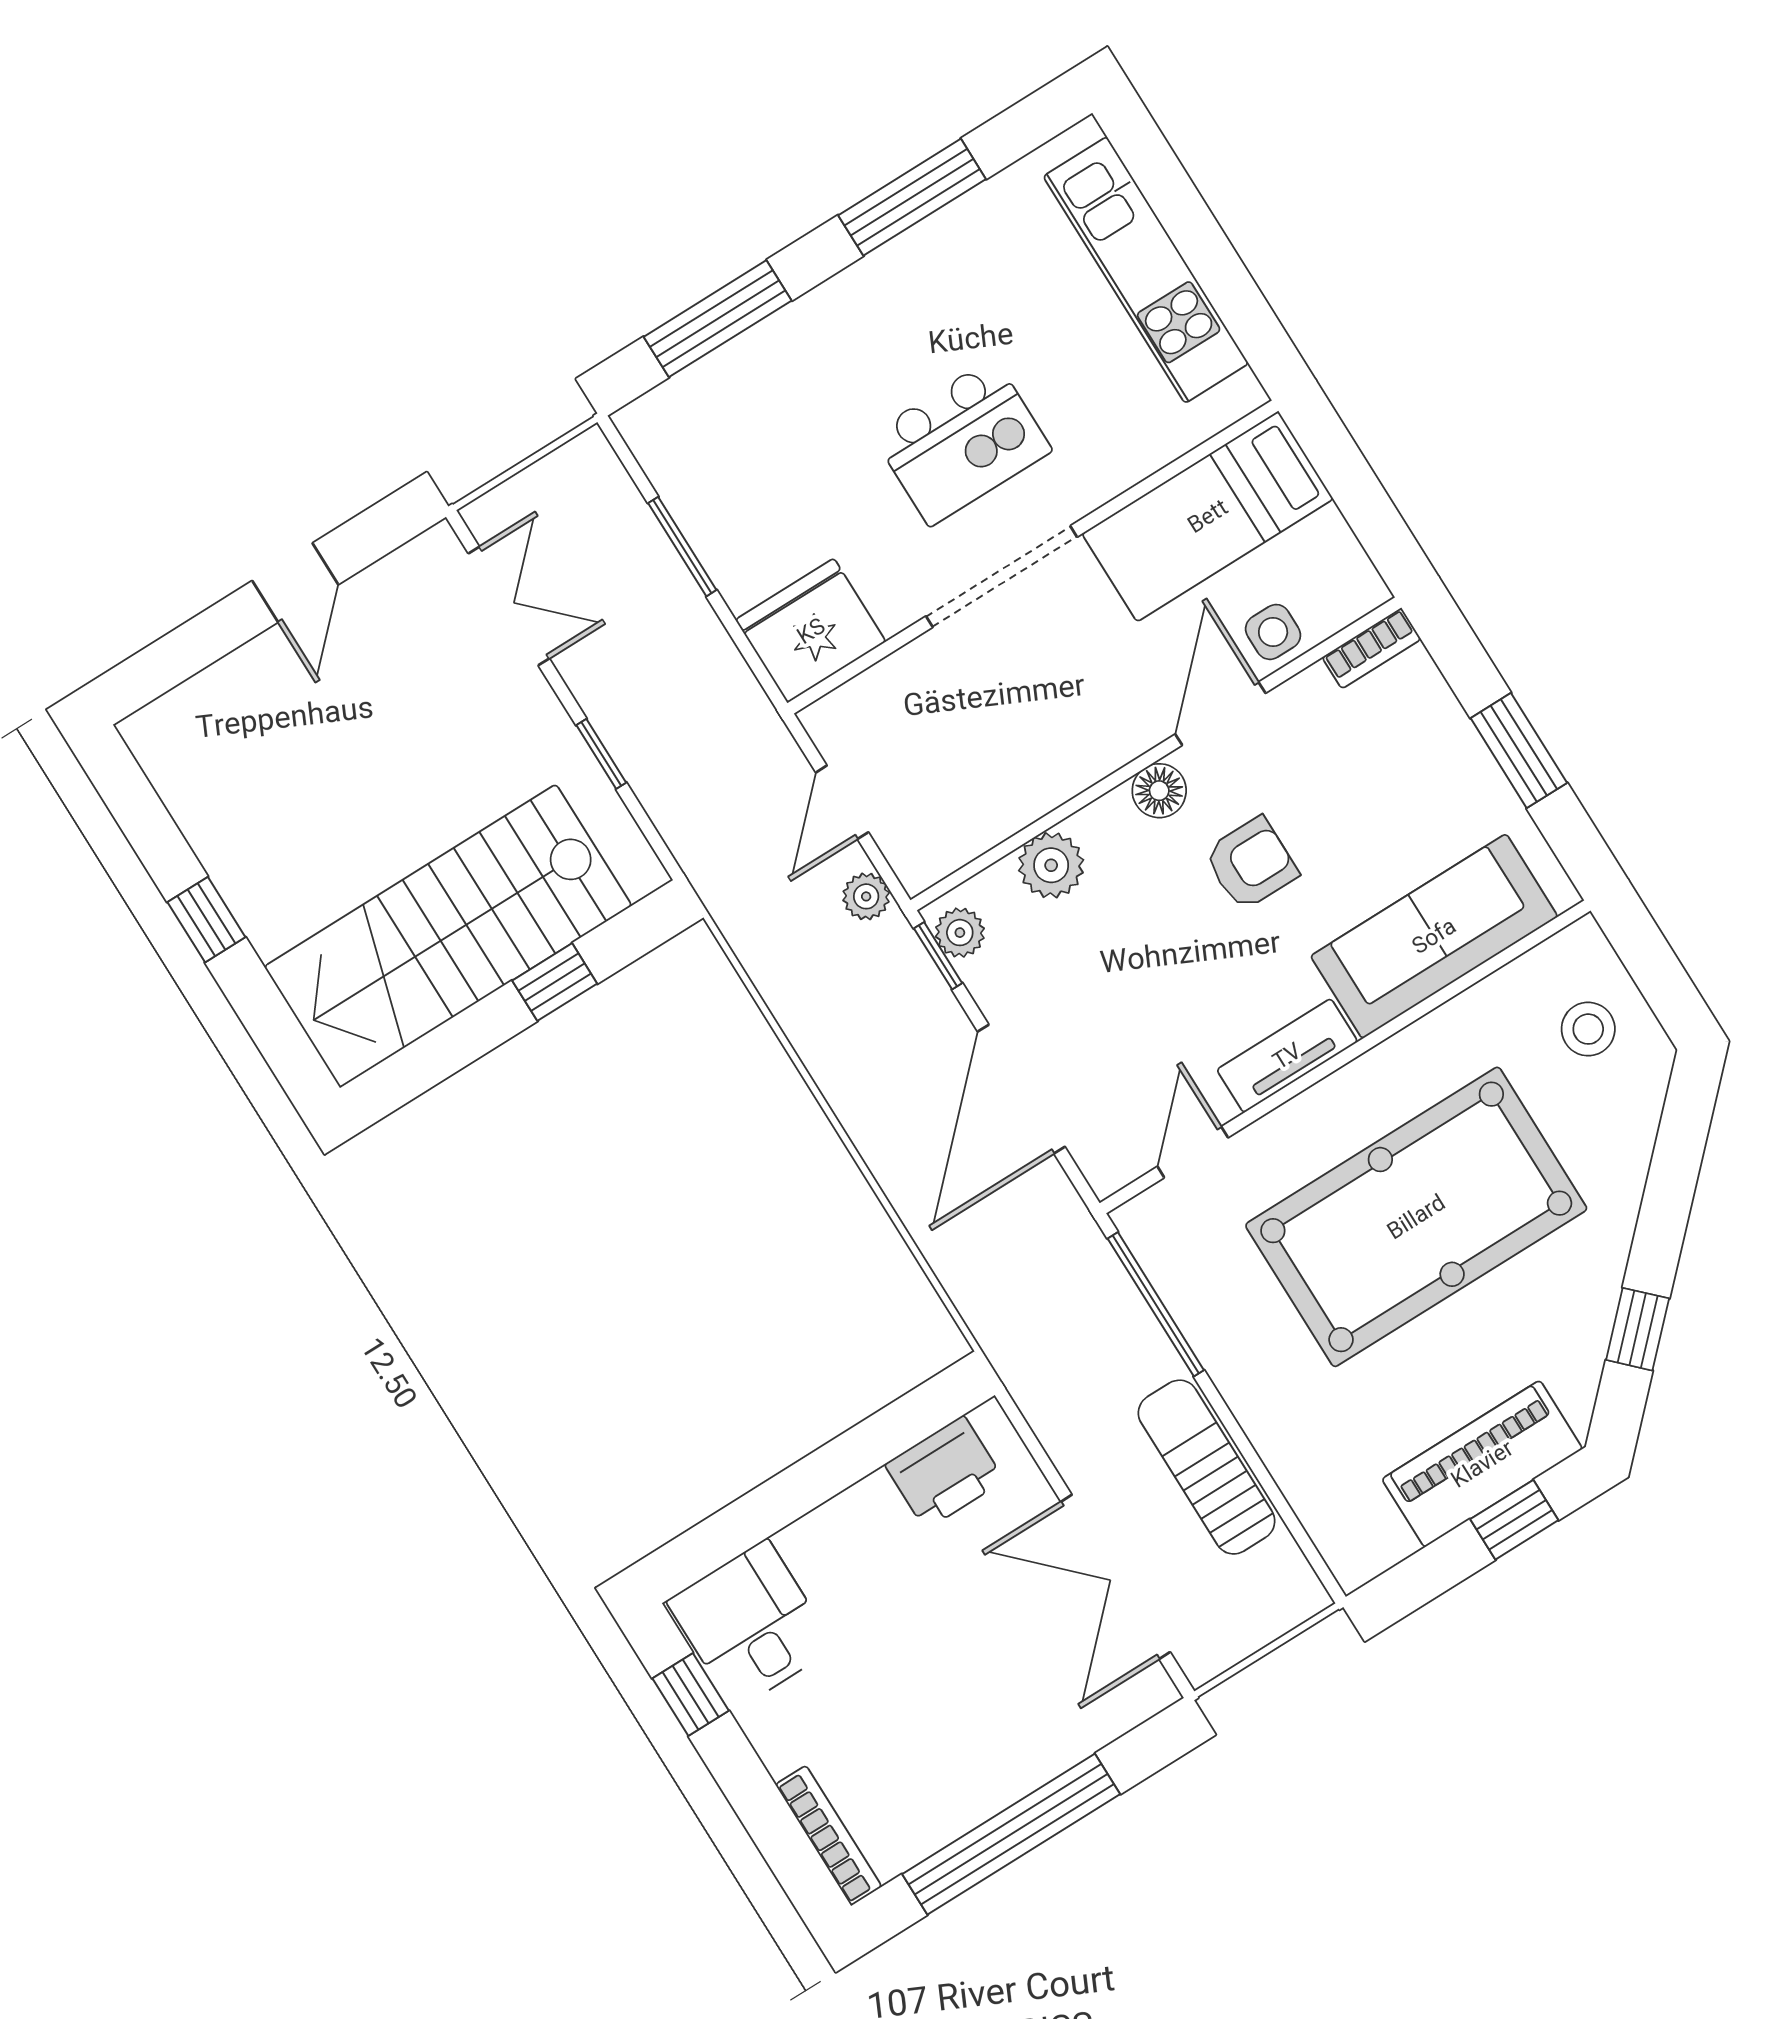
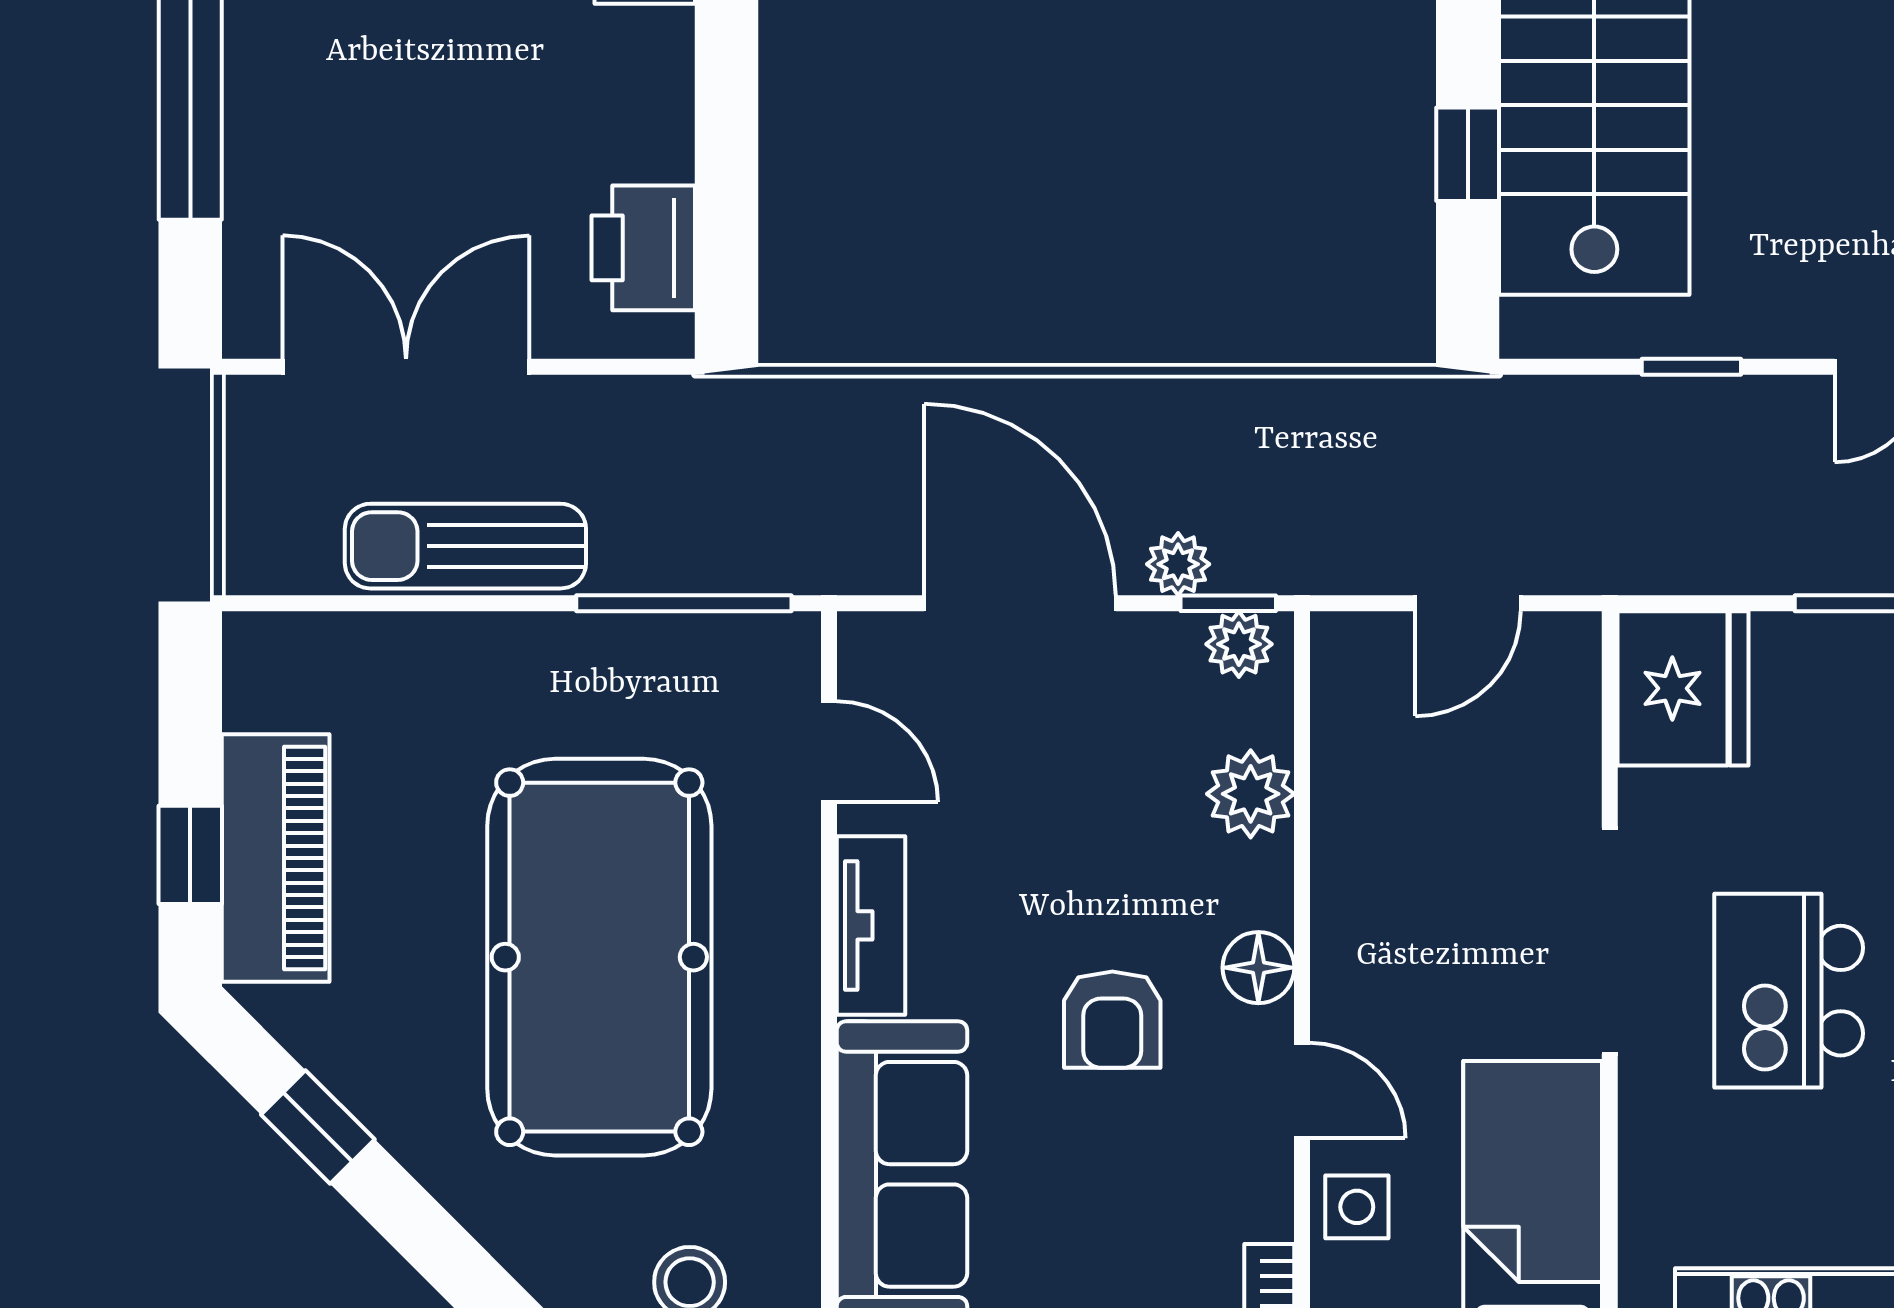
door: (1220, 714) -> (1302, 1090), width x0.73
door: (842, 802) -> (1468, 603), swing flipped
plant: (866, 896) -> (1178, 564), moved
sun lounger: (1207, 1467) -> (465, 546), turned 180

